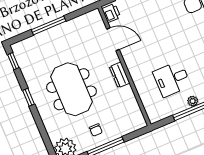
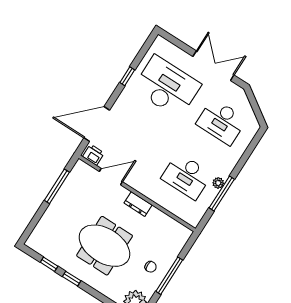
window: (49, 25) -> (57, 186), moved
window: (13, 61) -> (49, 264), moved
desk: (172, 79) -> (187, 176), width x1.37

